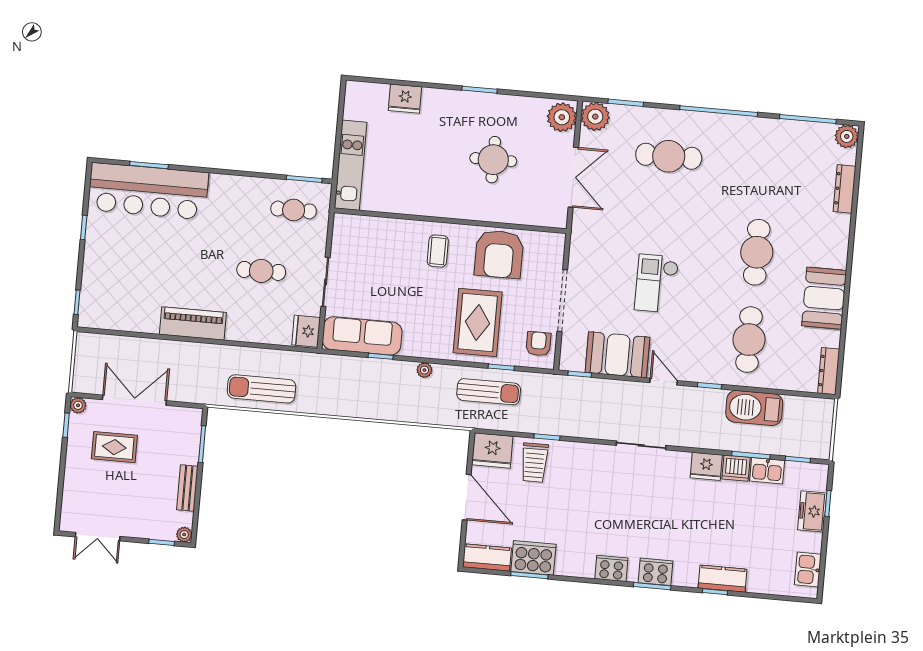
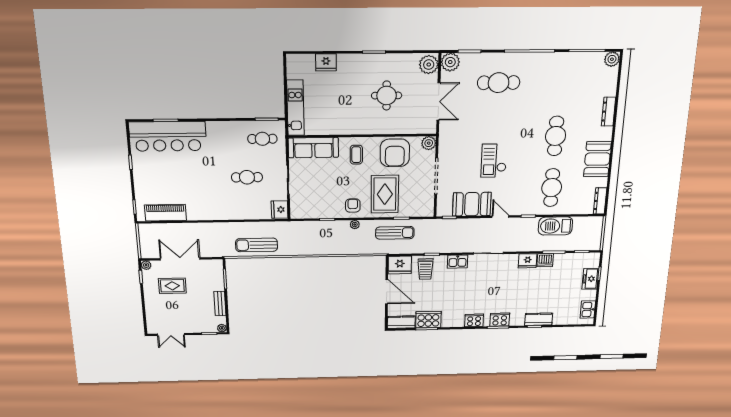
dresser: (845, 189) -> (608, 112), moved
plant: (554, 244) -> (429, 143), added
piano: (193, 323) -> (165, 213), moved
sofa: (362, 336) -> (313, 148), moved, turned 180
armchair: (538, 344) -> (353, 206), moved
kitchen sink: (767, 471) -> (457, 262), moved

